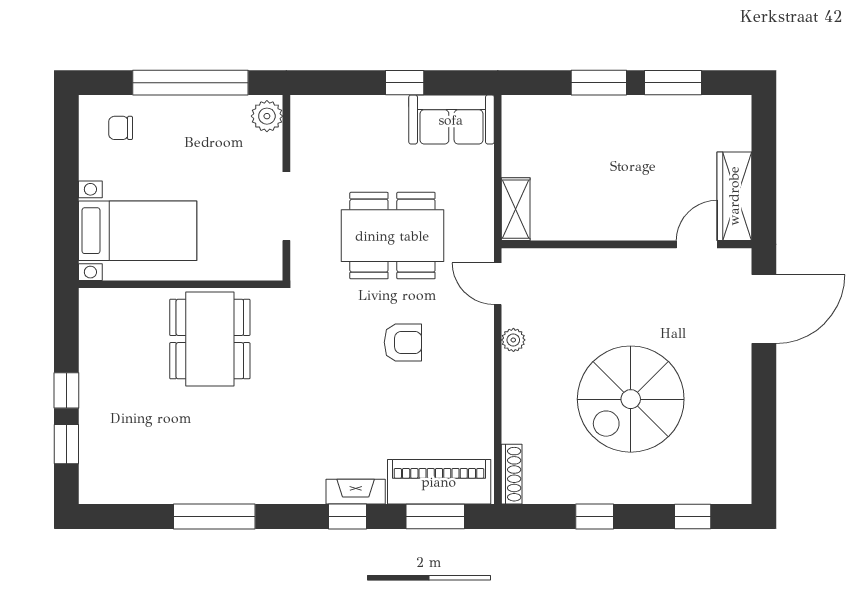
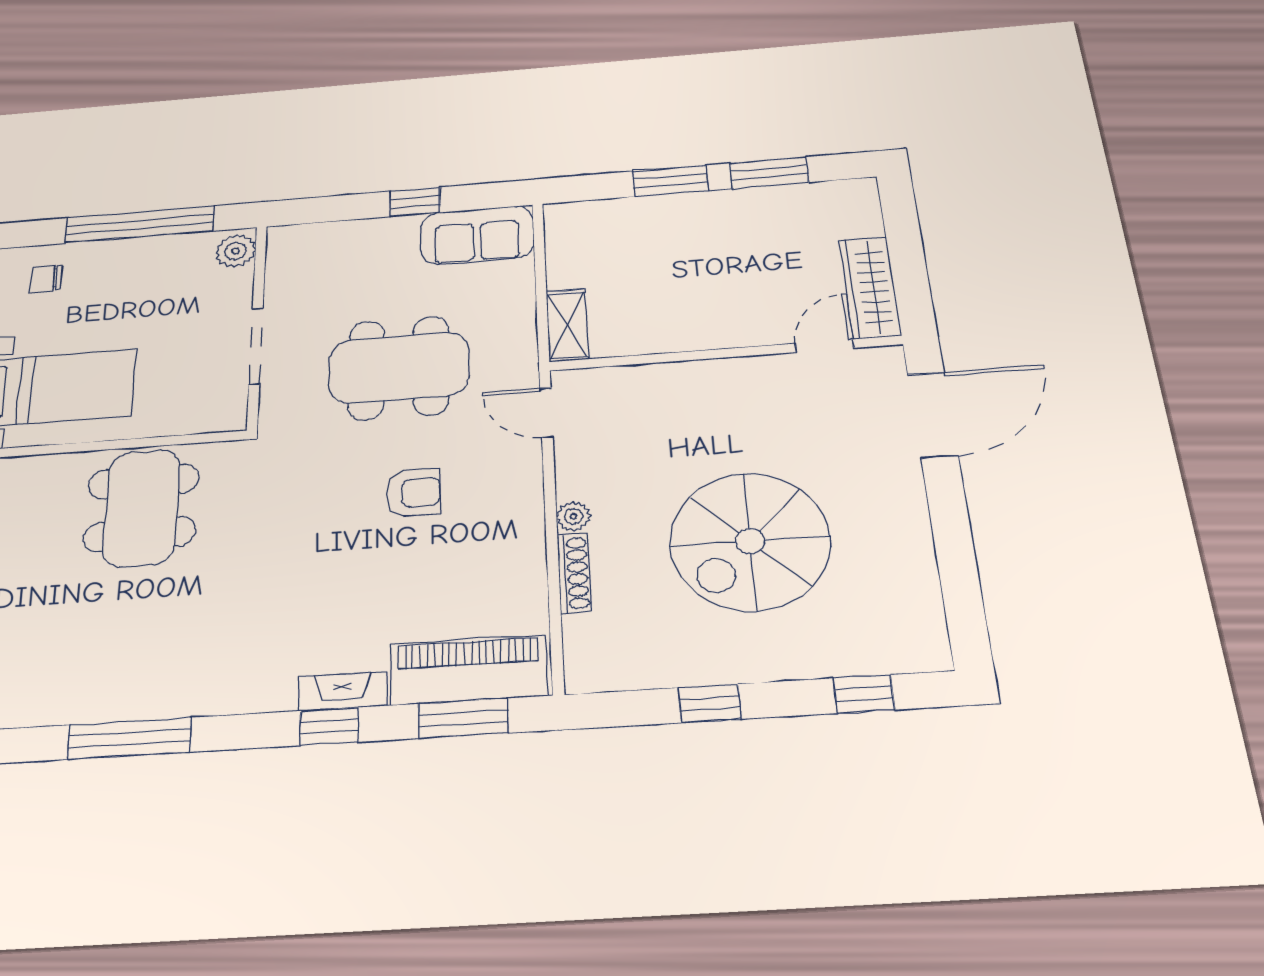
plant: (513, 340) -> (573, 516), moved
shoe rack: (512, 474) -> (574, 573), moved

